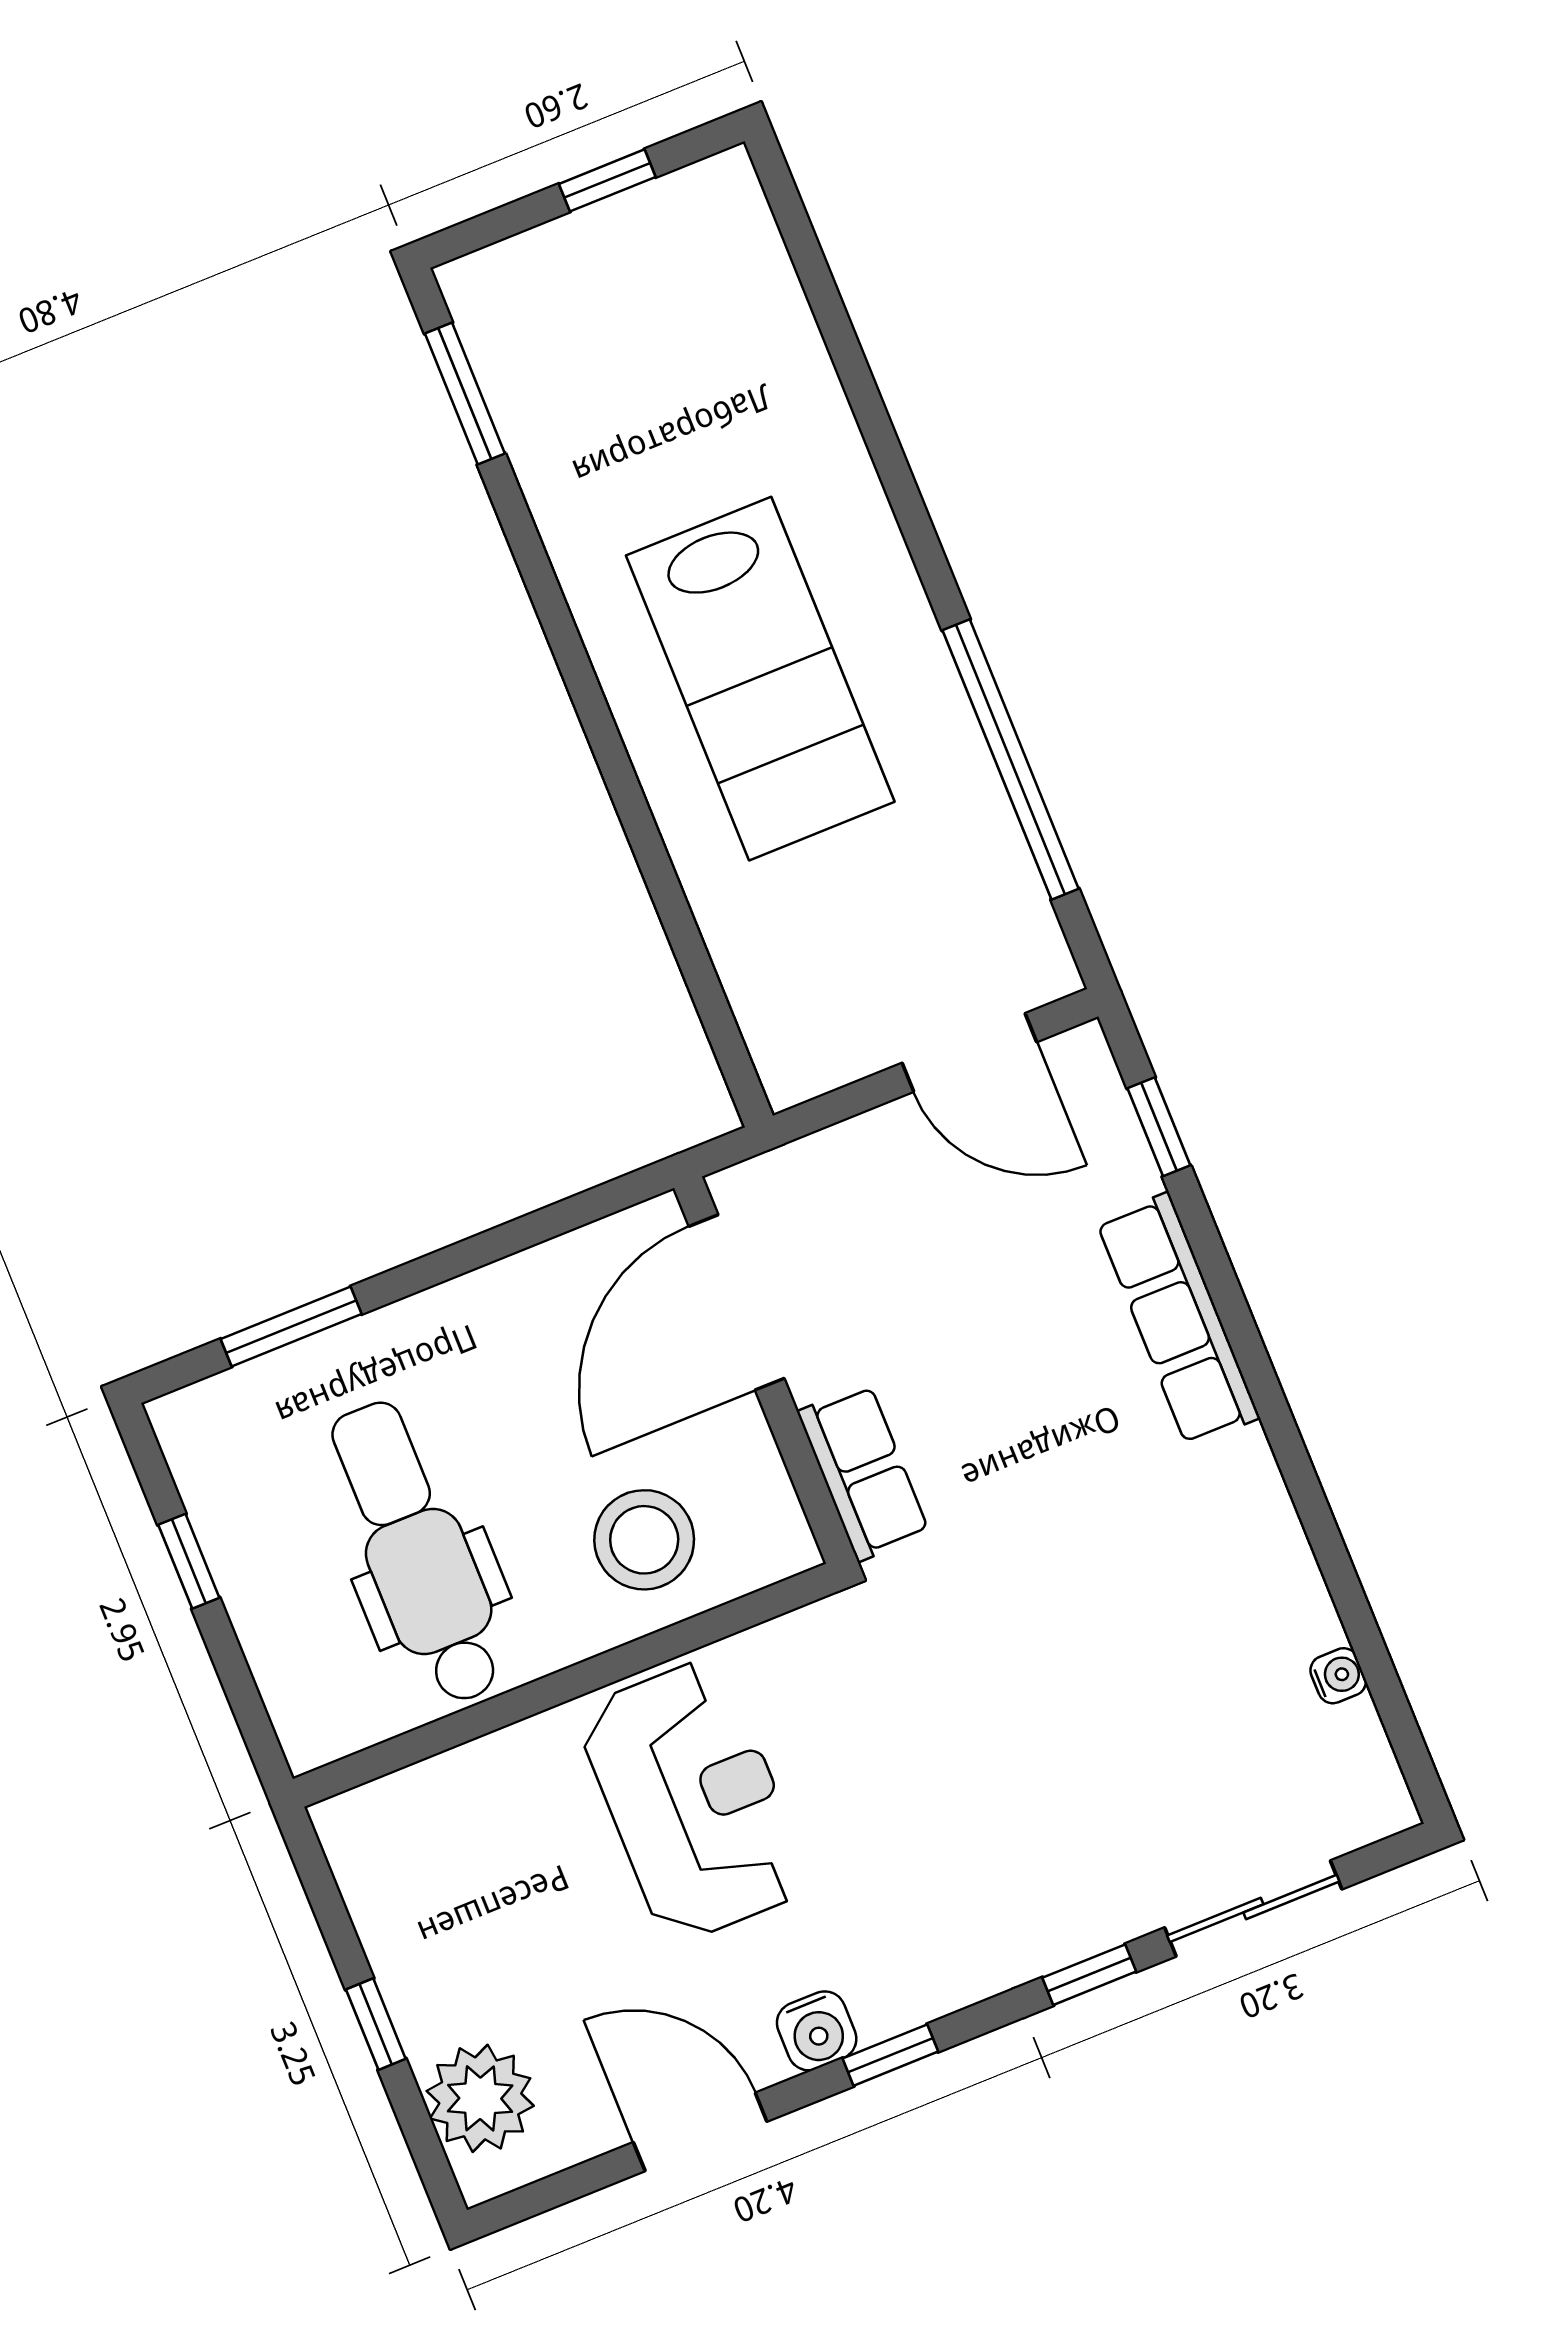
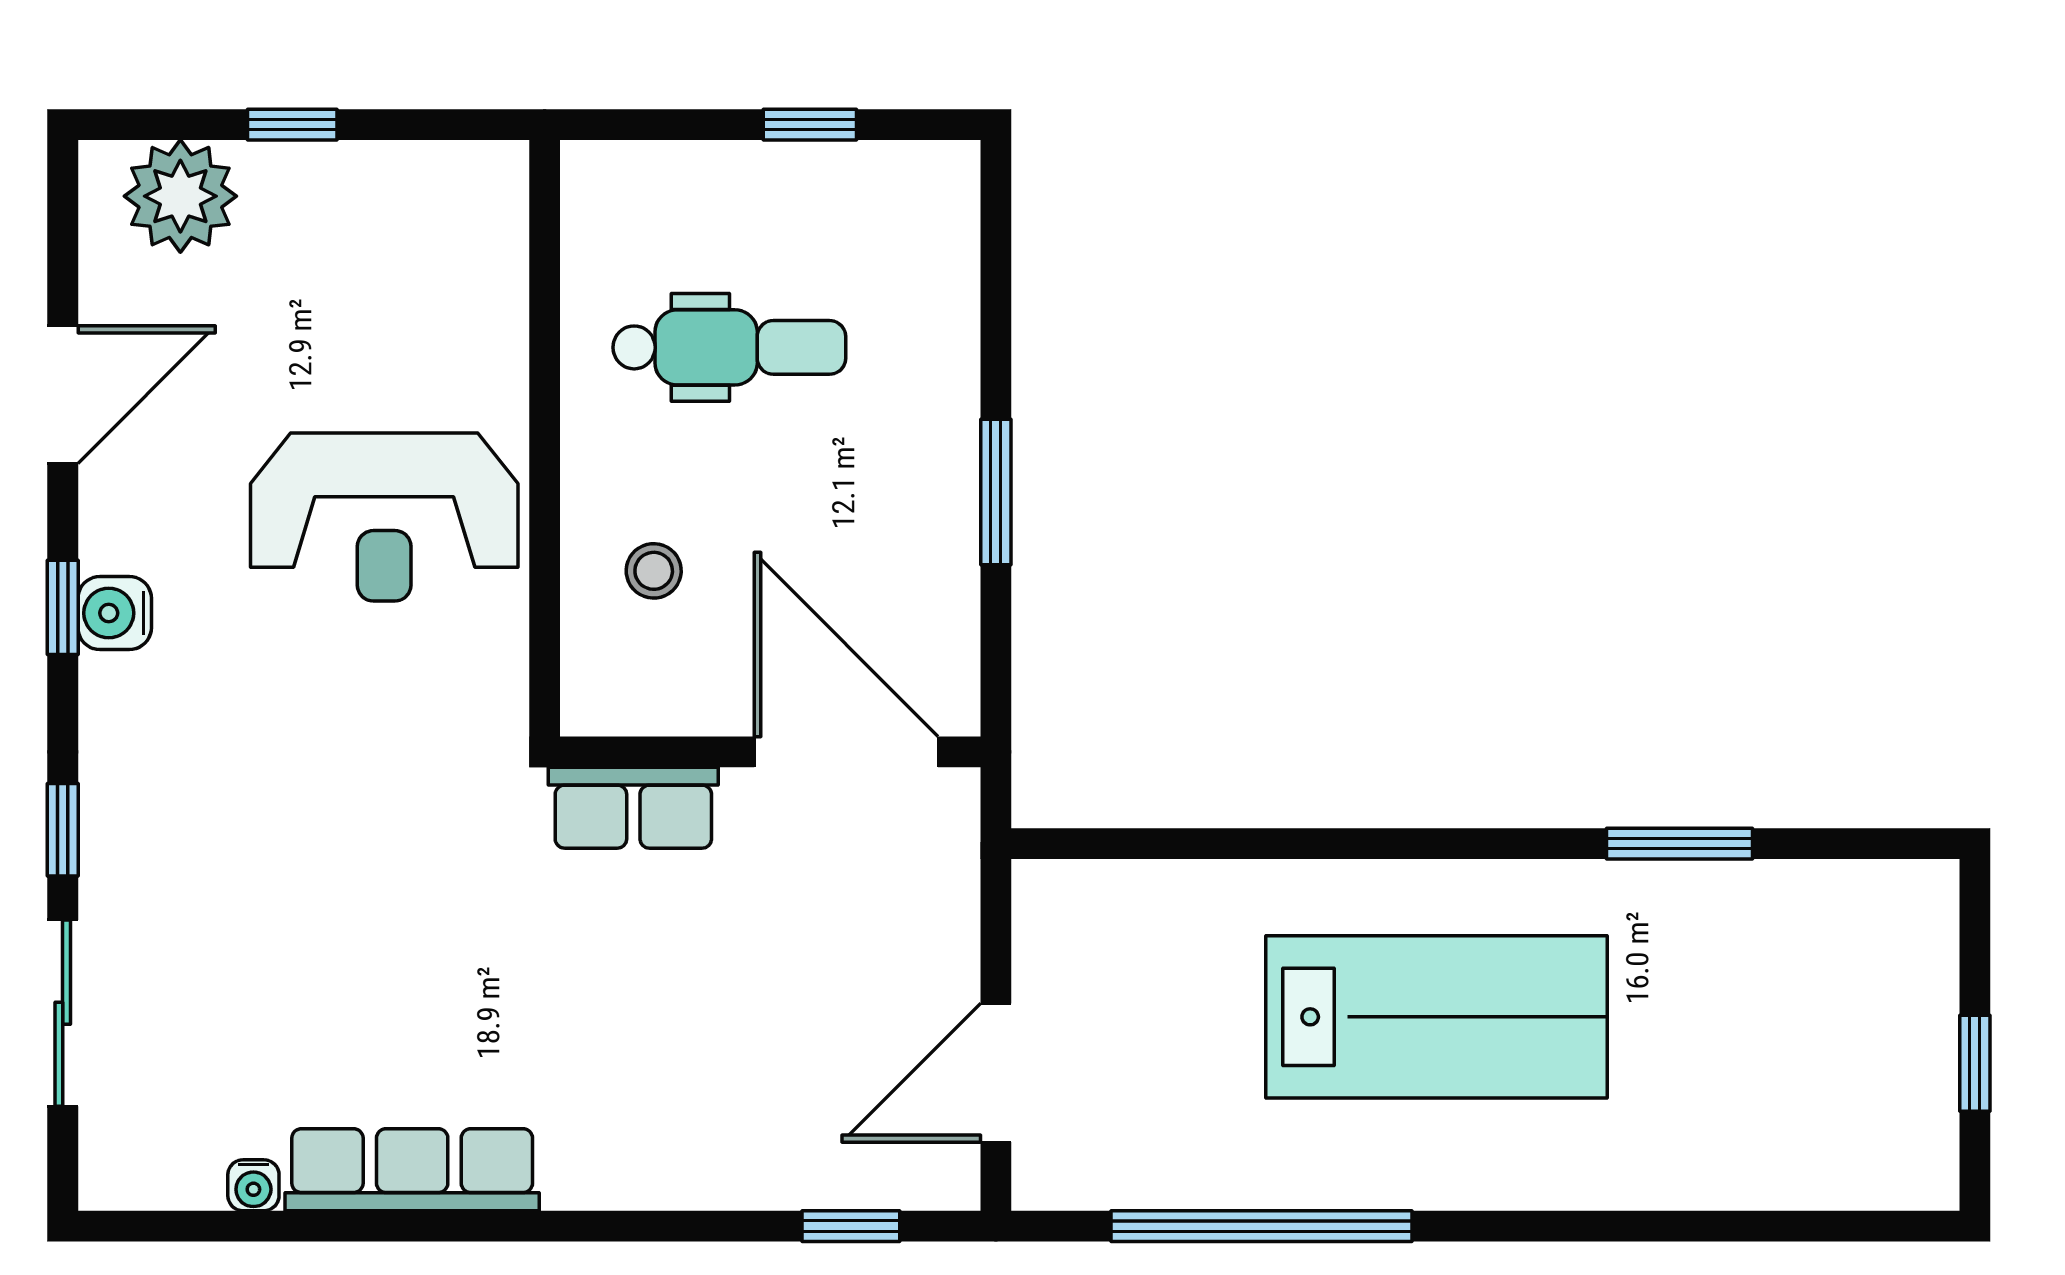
window: (465, 394) -> (1679, 844), moved
lab bench: (760, 679) -> (1436, 1017), turned 180
row of seats: (1178, 1319) -> (412, 1170), moved
window: (291, 1327) -> (996, 492), moved
stool: (644, 1540) -> (654, 571), width x0.53, depth x0.53
dental chair: (417, 1553) -> (729, 347), width x0.73, depth x0.72
water cooler: (817, 2031) -> (115, 613), moved

